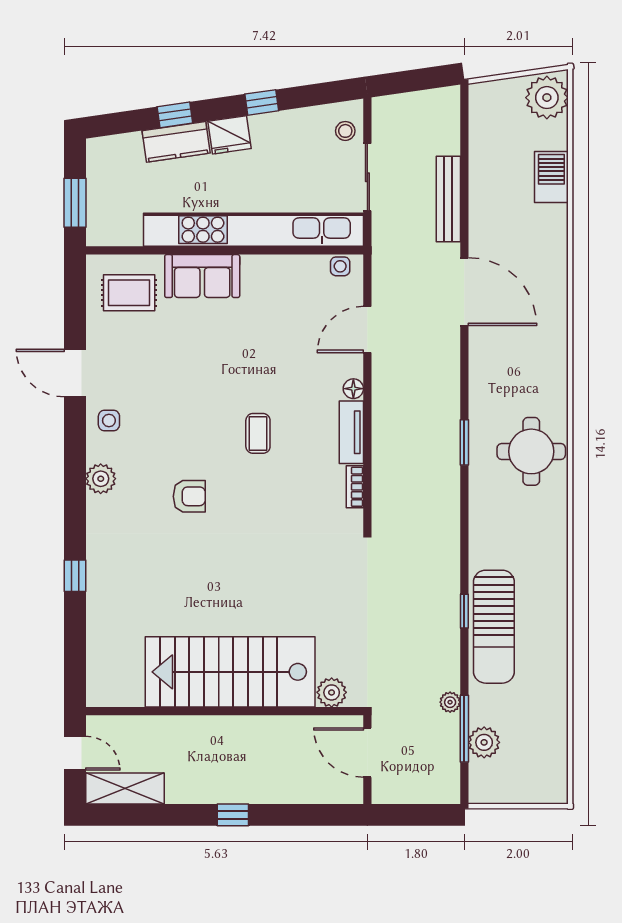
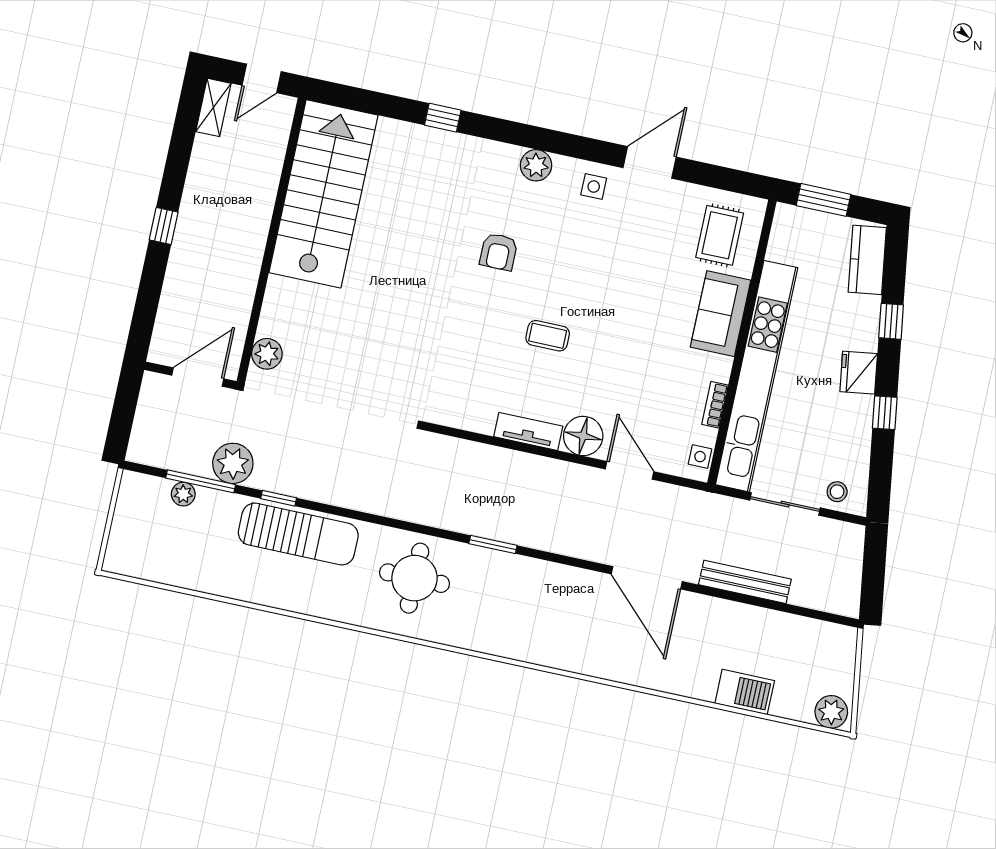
plant: (547, 98) -> (831, 712), width x0.73, depth x0.73
kitchen counter: (176, 142) -> (867, 260), moved
door: (464, 292) -> (647, 578), hinge flipped
floor lamp: (353, 389) -> (583, 436), width x1.89, depth x1.89
round table: (531, 451) -> (415, 578), moved
bookcase: (355, 487) -> (715, 405), moved, turned -90
window: (464, 611) -> (279, 498), moved
sun lounger: (494, 627) -> (298, 534), turned 180
stairs: (230, 672) -> (324, 194), moved
plant: (450, 702) -> (233, 463), width x1.88, depth x1.88
plant: (484, 742) -> (183, 494), width x0.73, depth x0.73
shelving: (125, 788) -> (213, 107), width x0.67, depth x0.75

